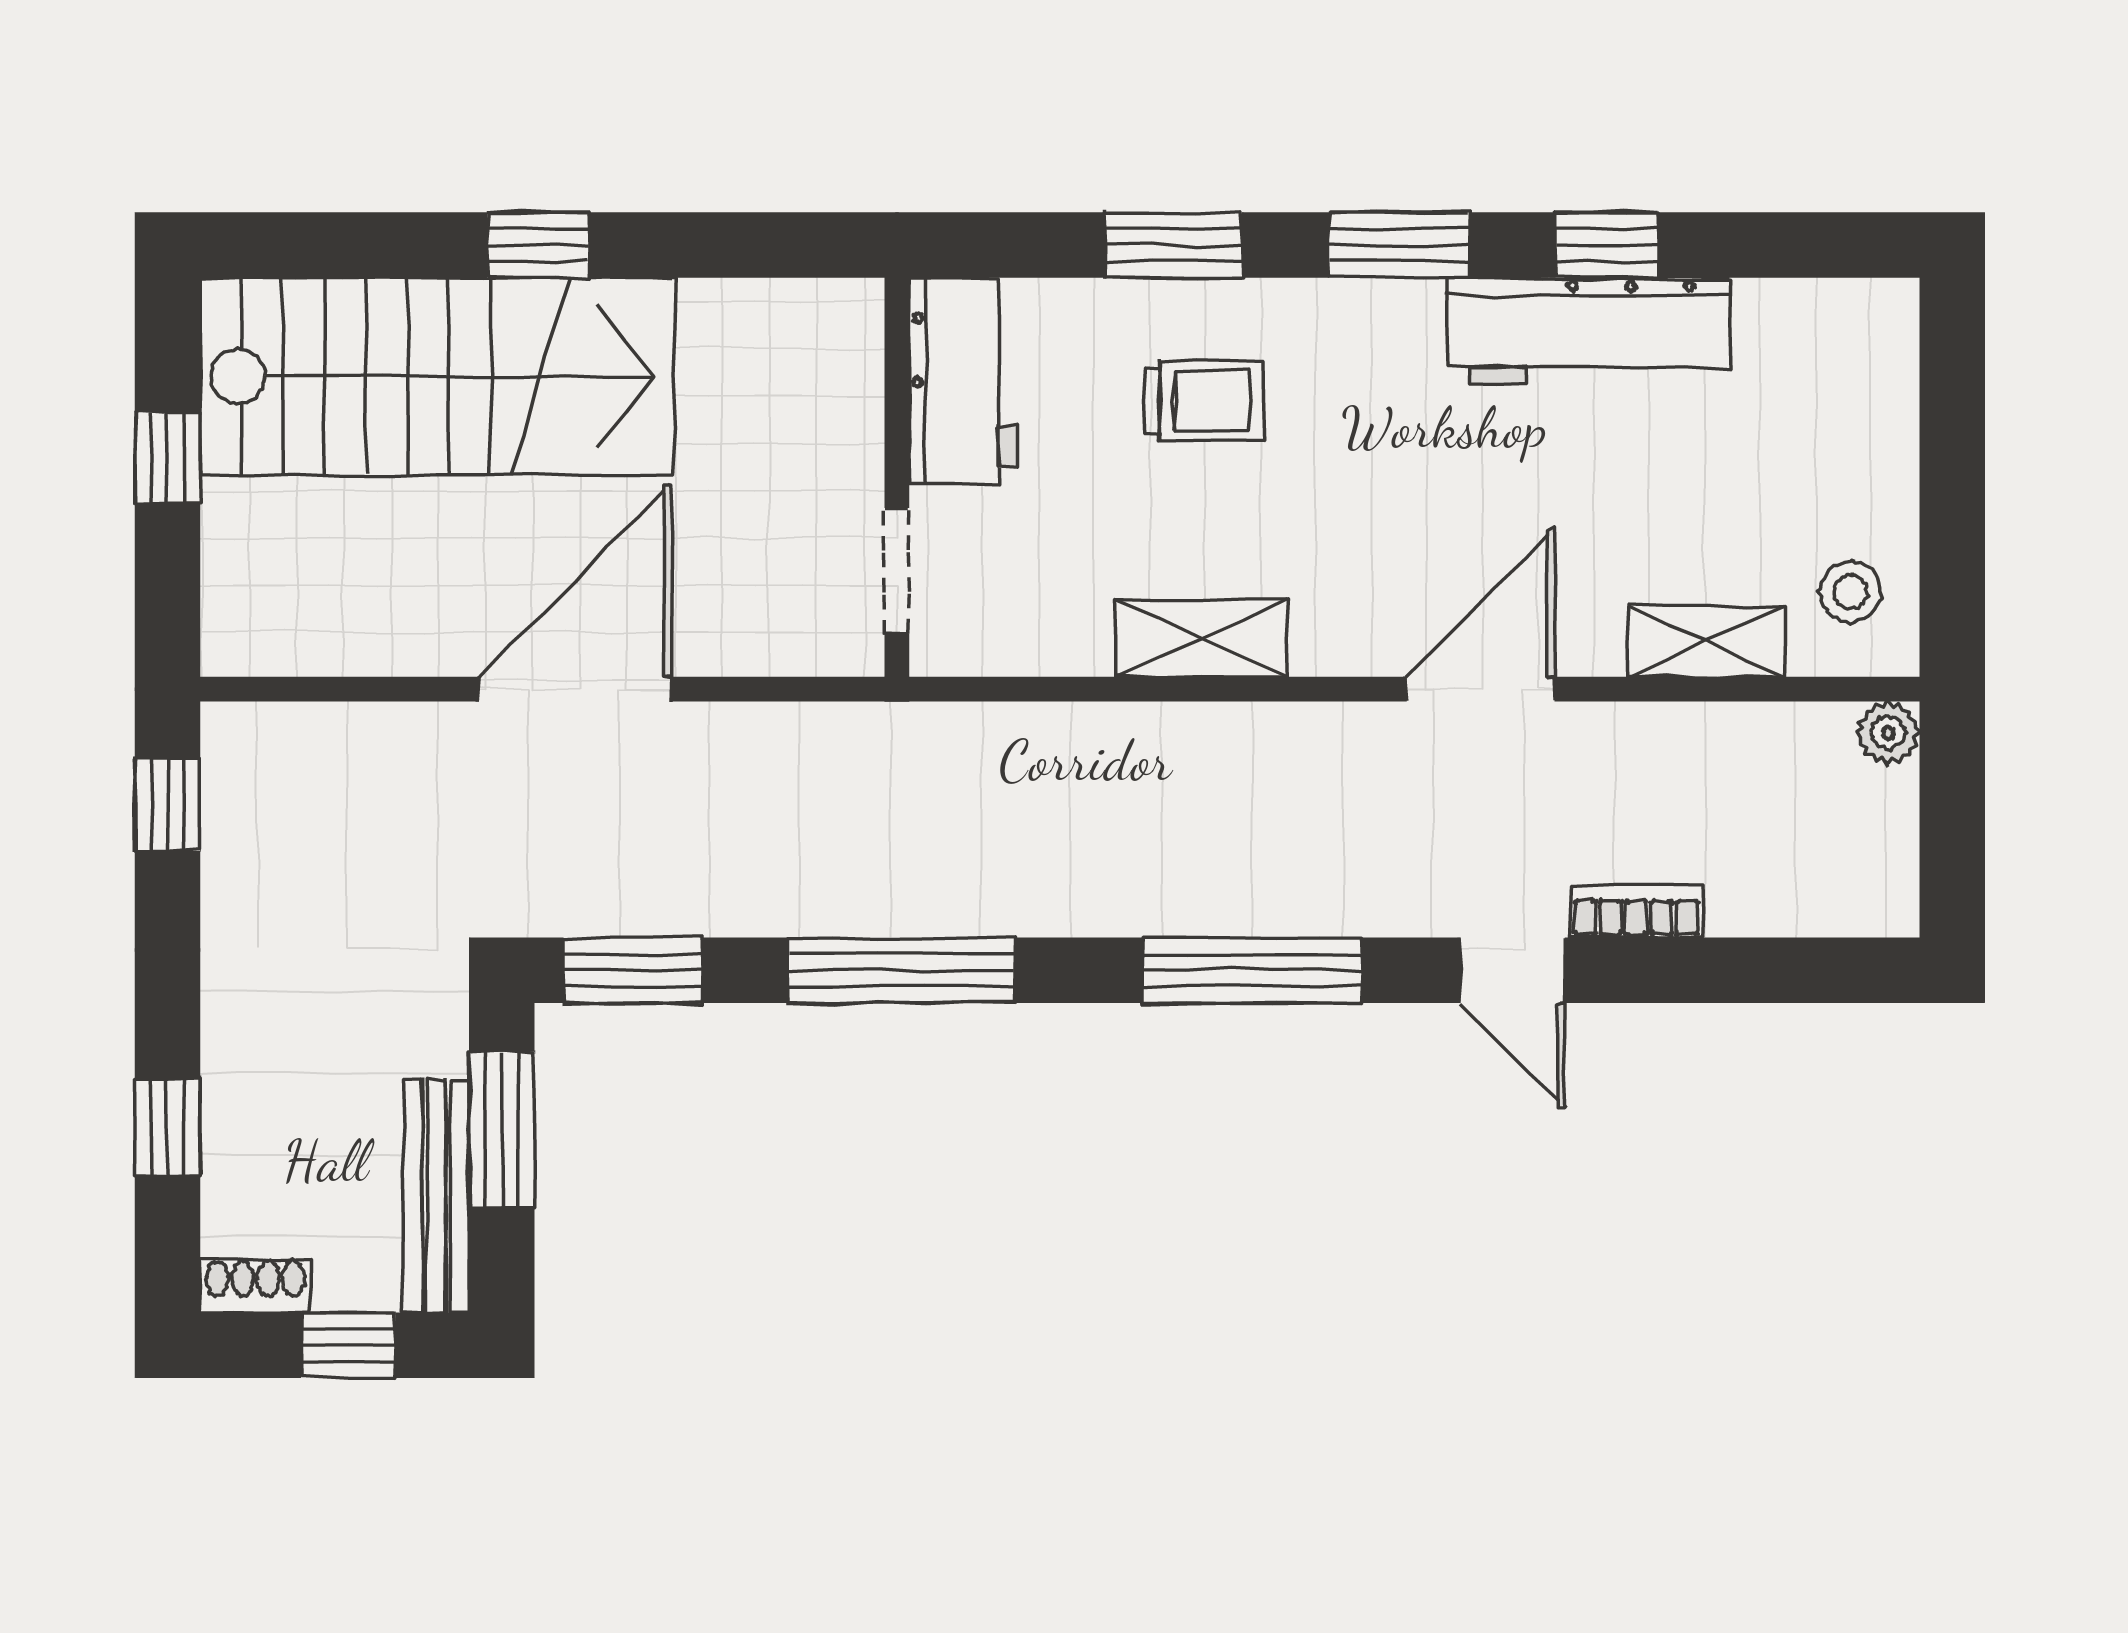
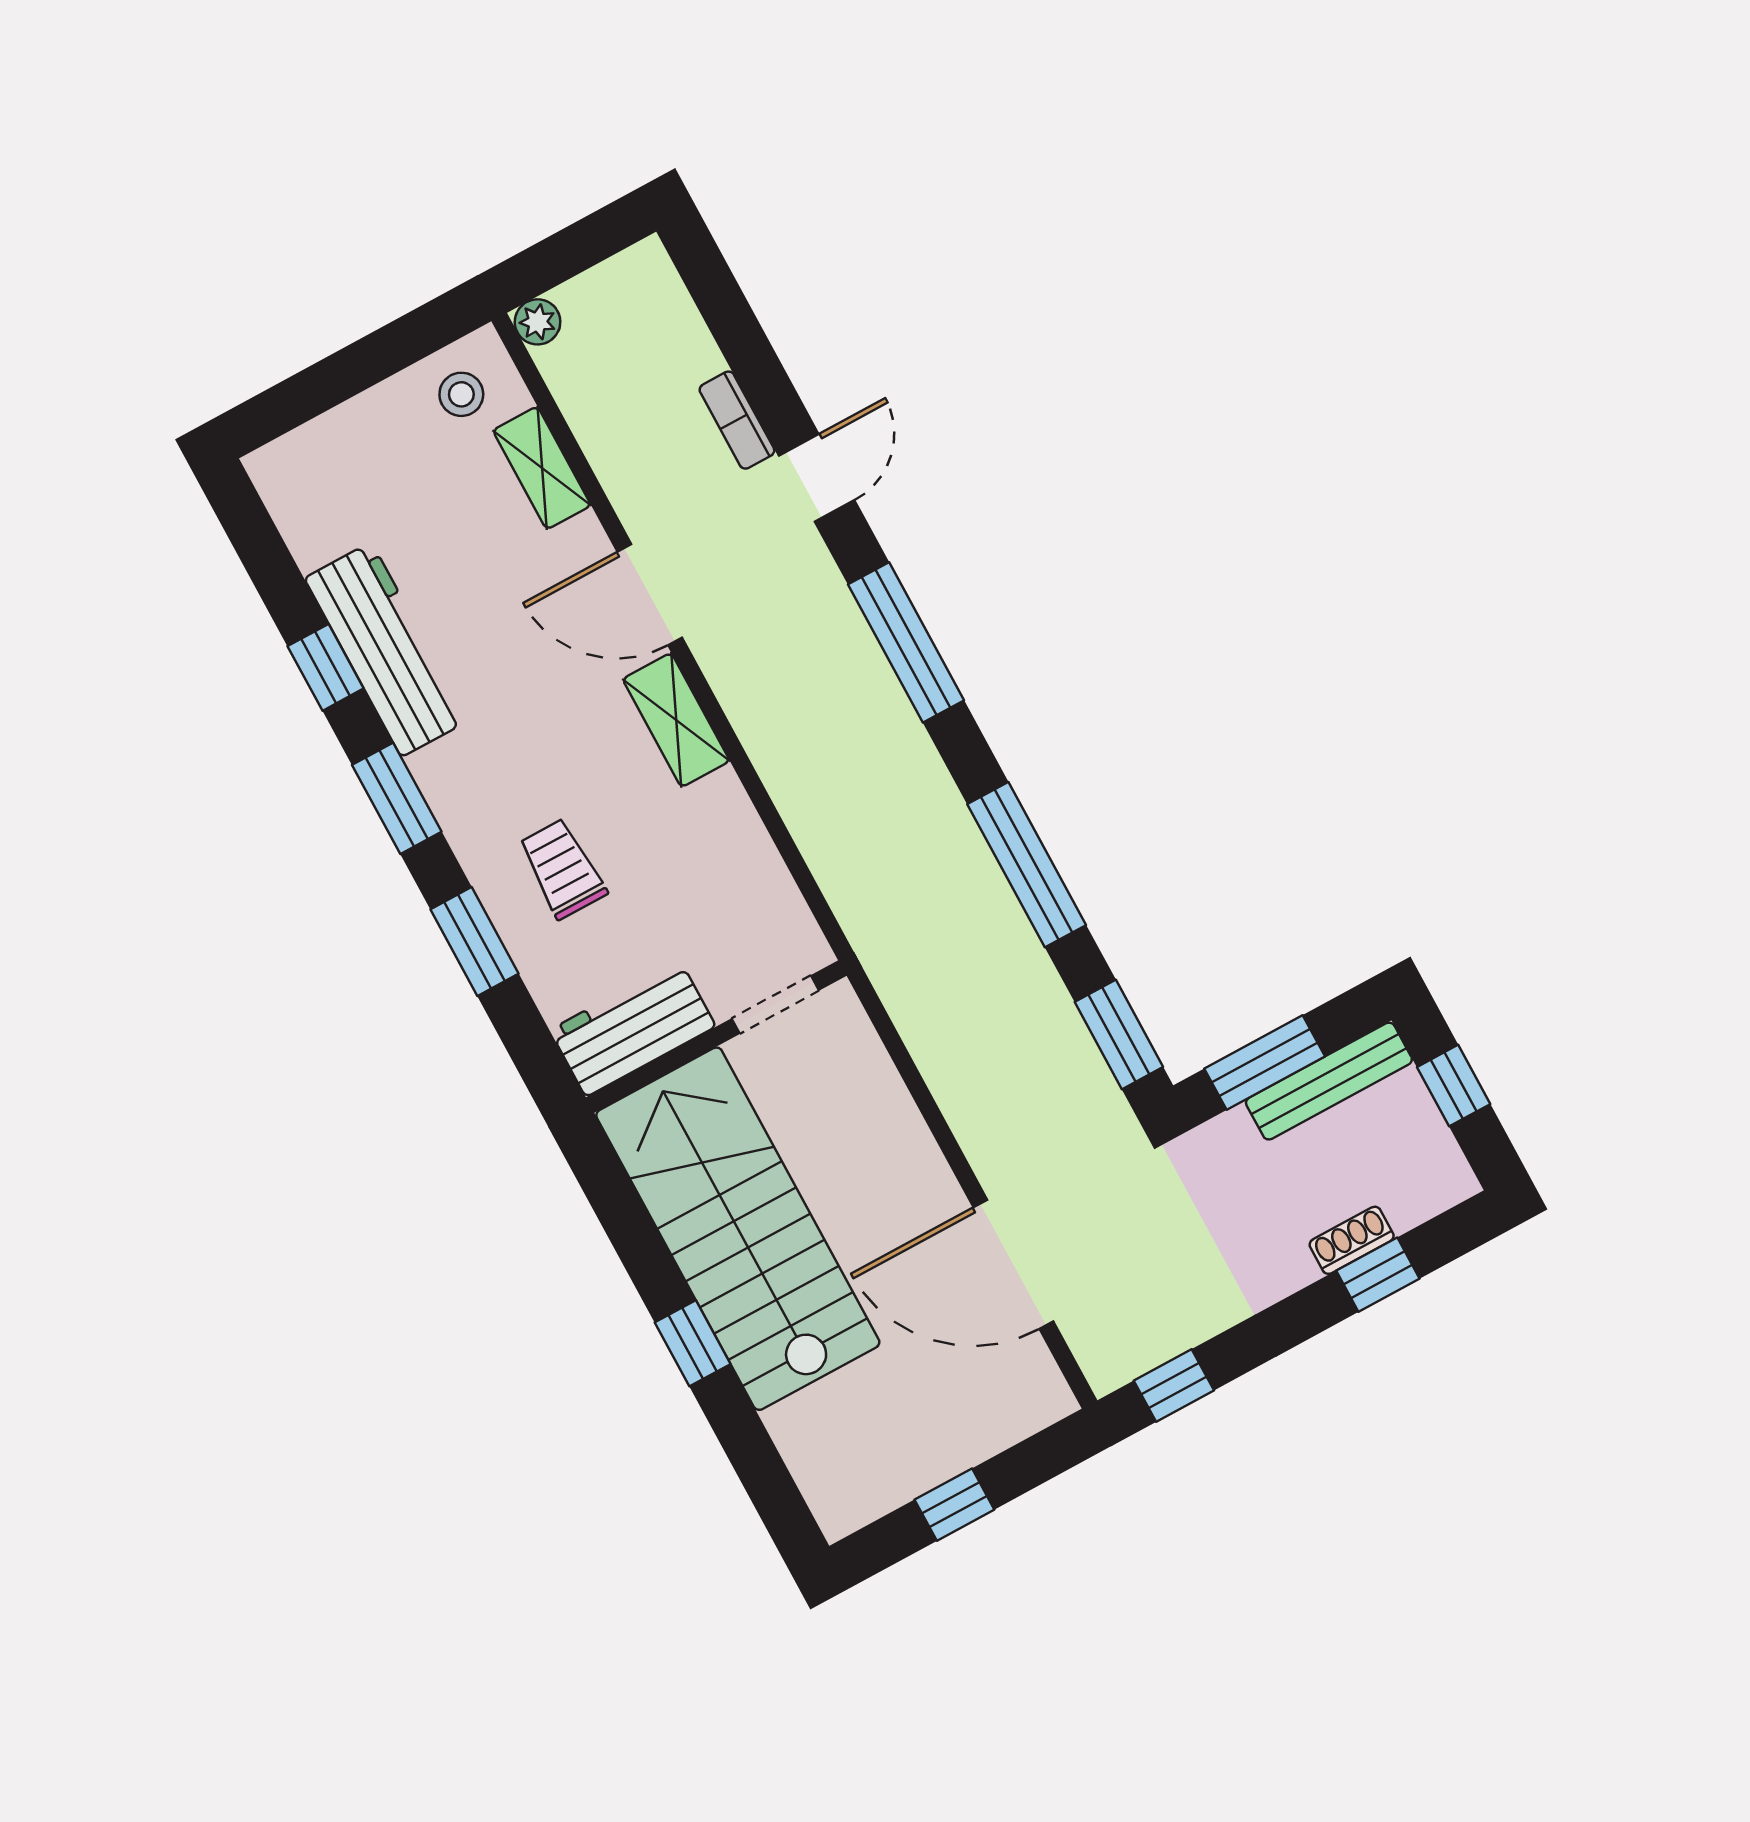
stairs: (437, 376) -> (738, 1229), moved
shelving: (1201, 638) -> (676, 720), moved
door: (575, 689) -> (1013, 1264), moved
shoe rack: (255, 1286) -> (1352, 1240), moved, turned 90

